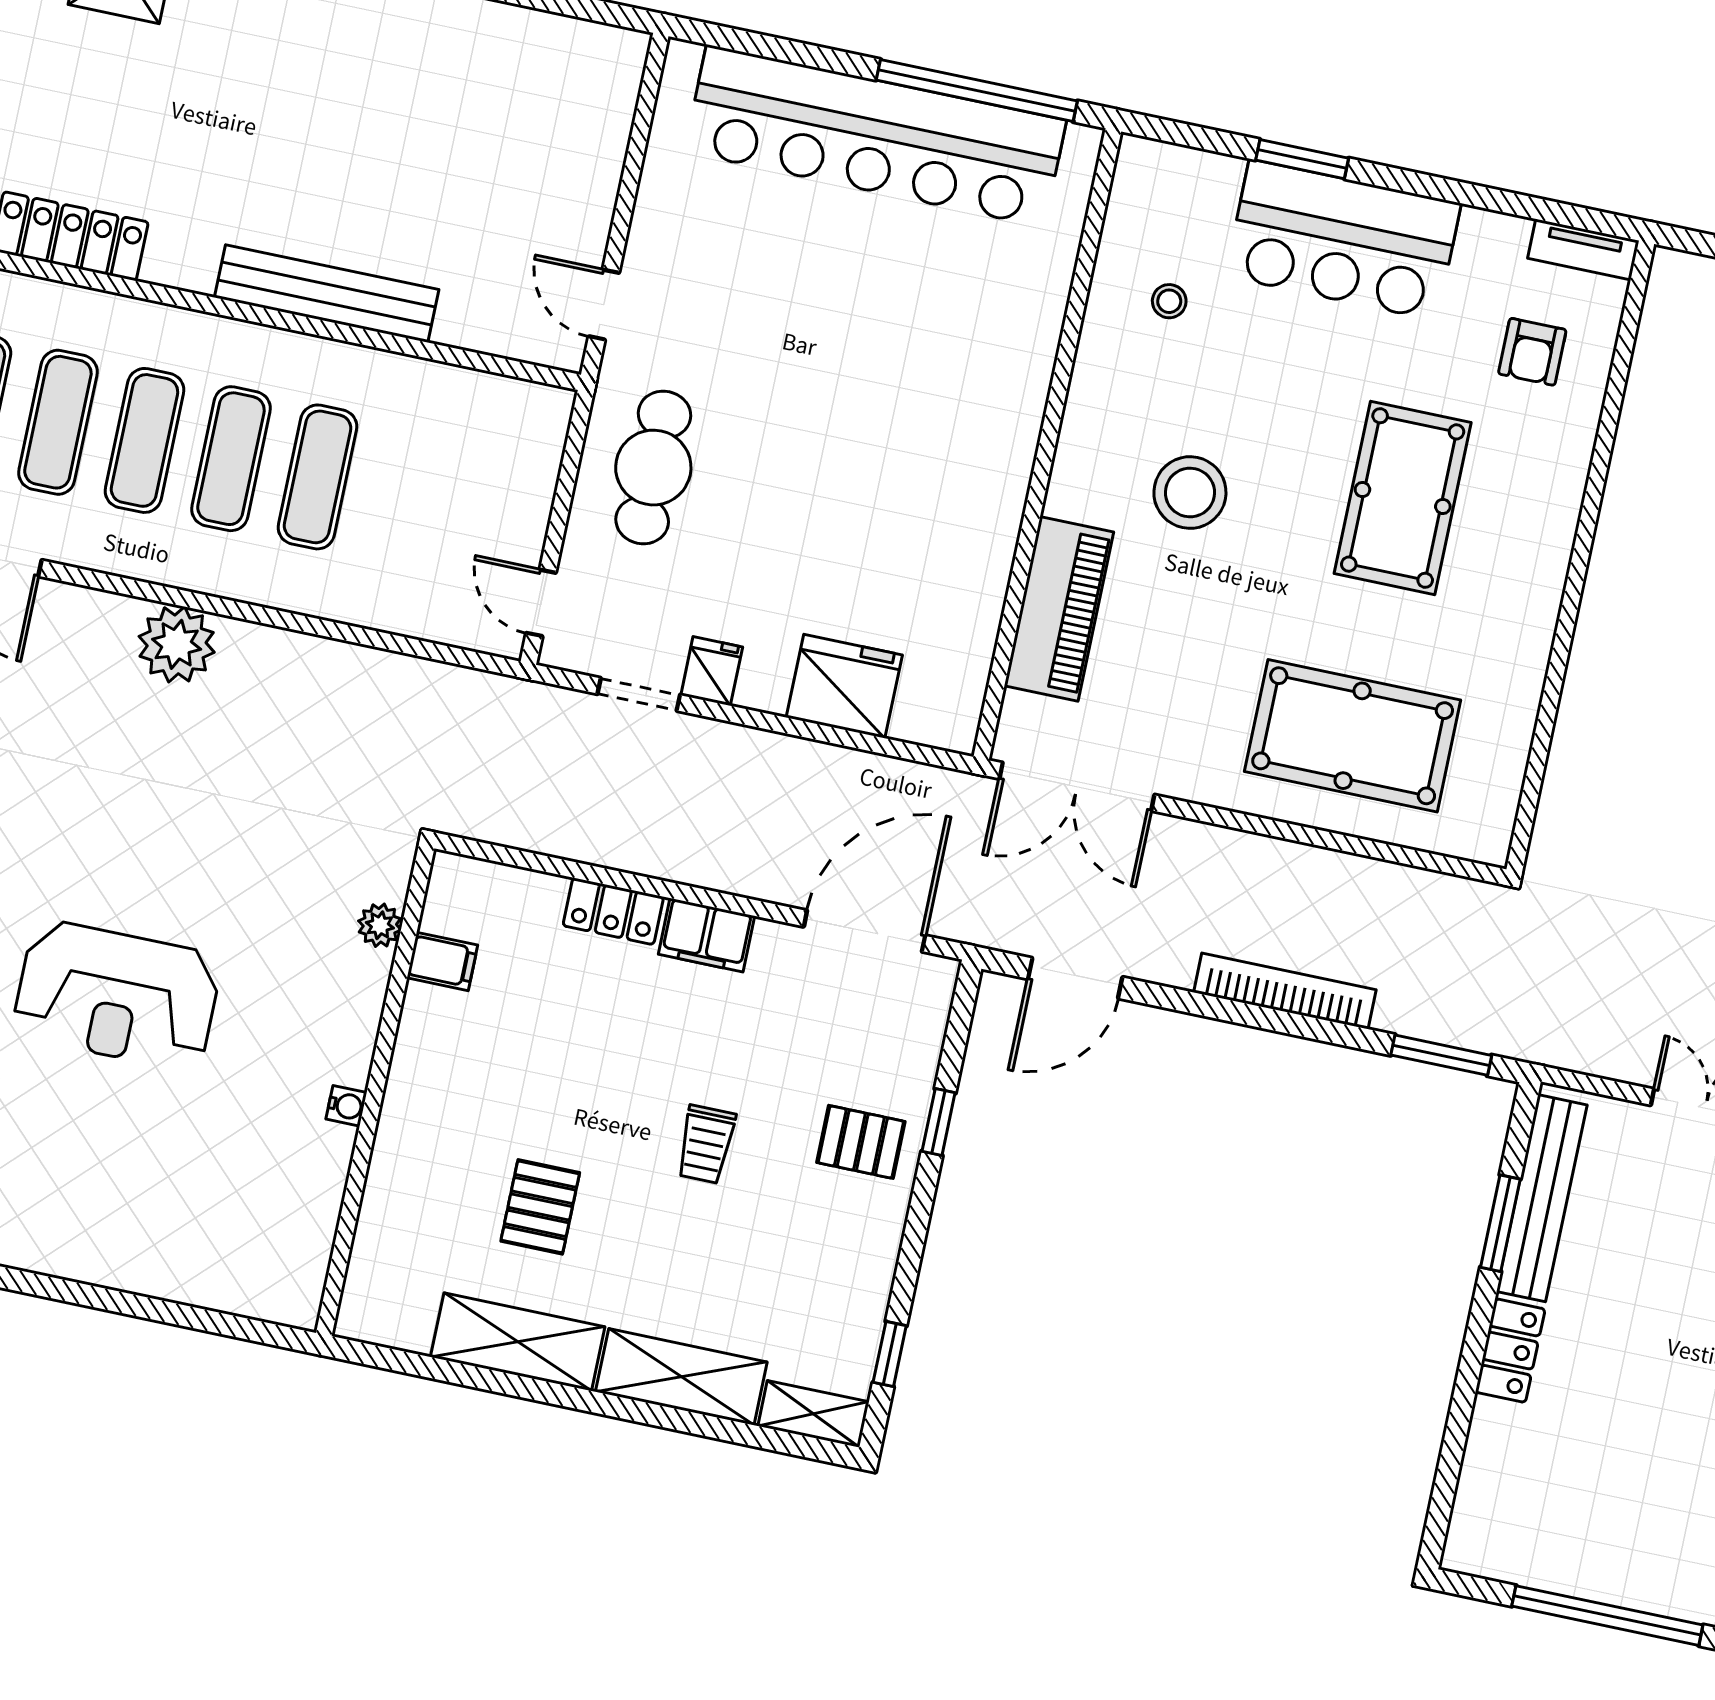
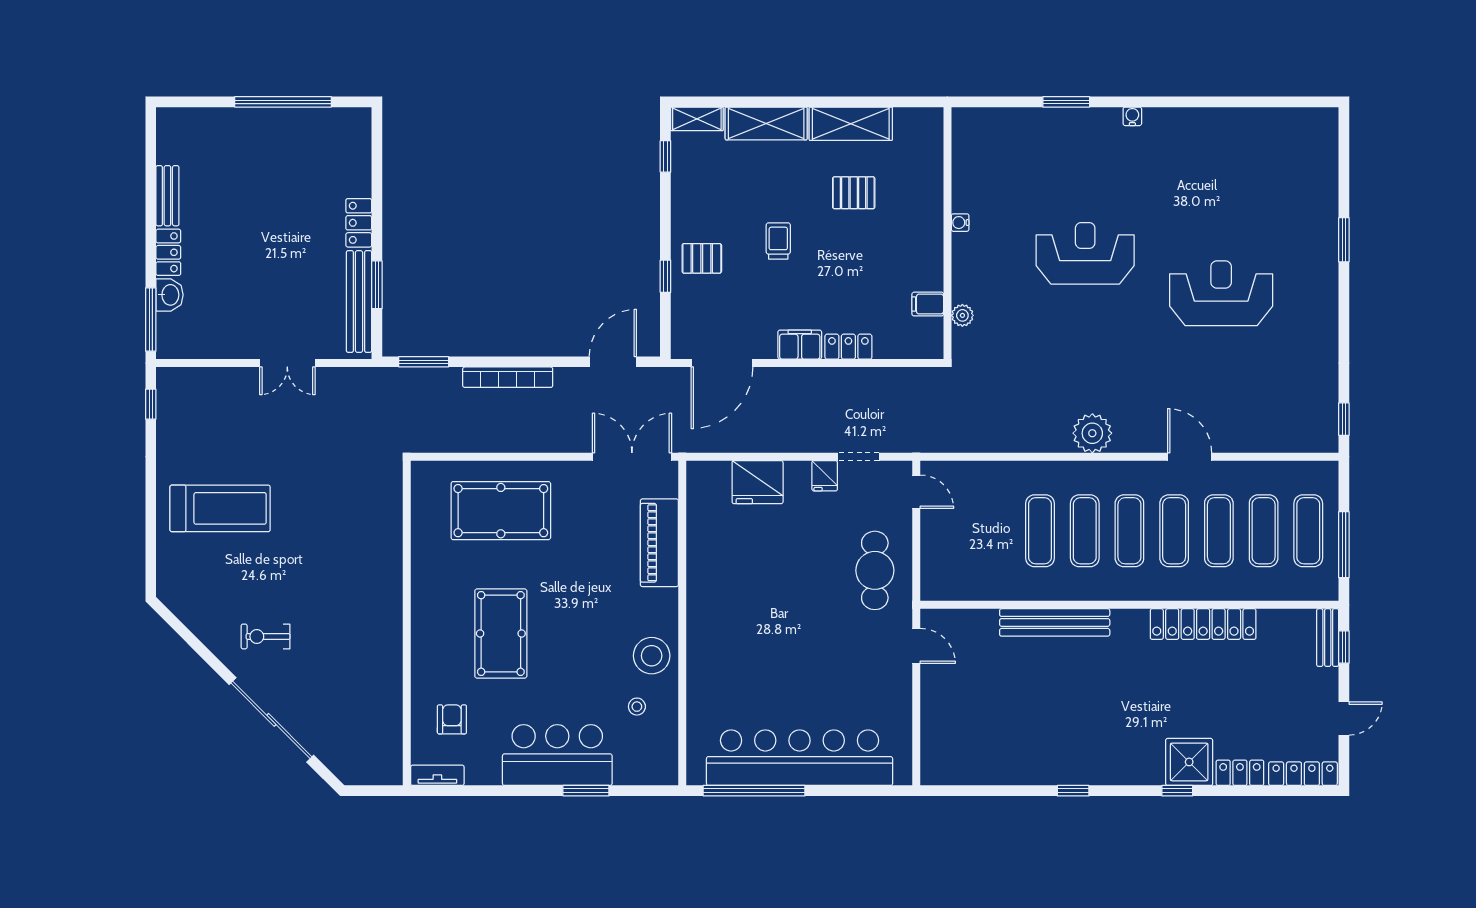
stool: (1190, 493) -> (652, 656), moved
pallet: (540, 1207) -> (854, 193), turned 90
window: (92, 1296) -> (1066, 102), added

